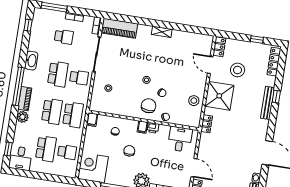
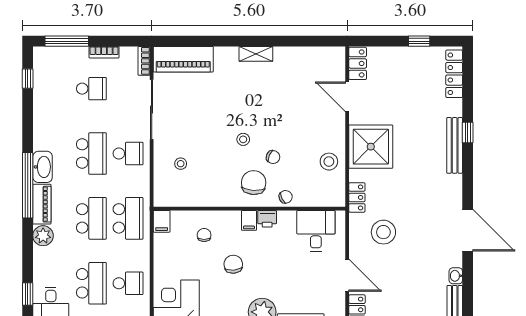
washbasin: (31, 61) -> (43, 167), moved
stool: (238, 70) -> (383, 232), moved

